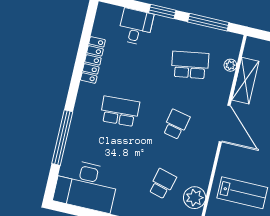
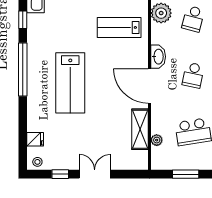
window: (208, 22) -> (186, 174), width x0.69
washbasin: (208, 153) -> (158, 57), added

